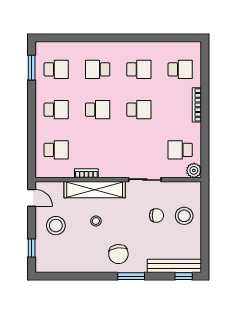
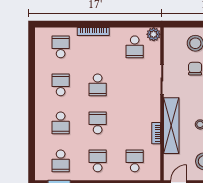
school desk: (56, 69) -> (61, 161), turned 180
school desk: (139, 110) -> (98, 85), turned 180

